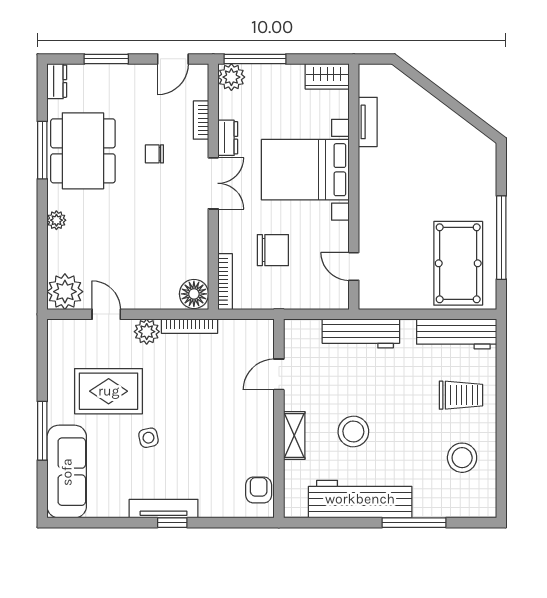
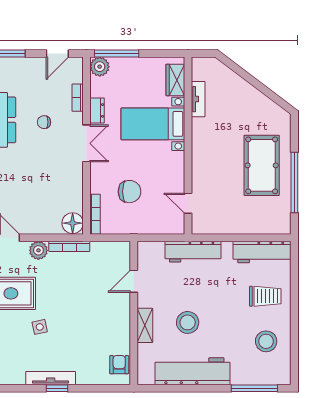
wardrobe: (327, 76) -> (175, 80), moved, turned 90
bed with nightstands: (305, 170) -> (153, 124), width x0.73
pool table: (458, 263) -> (262, 165), moved
window: (414, 523) -> (254, 388), moved

